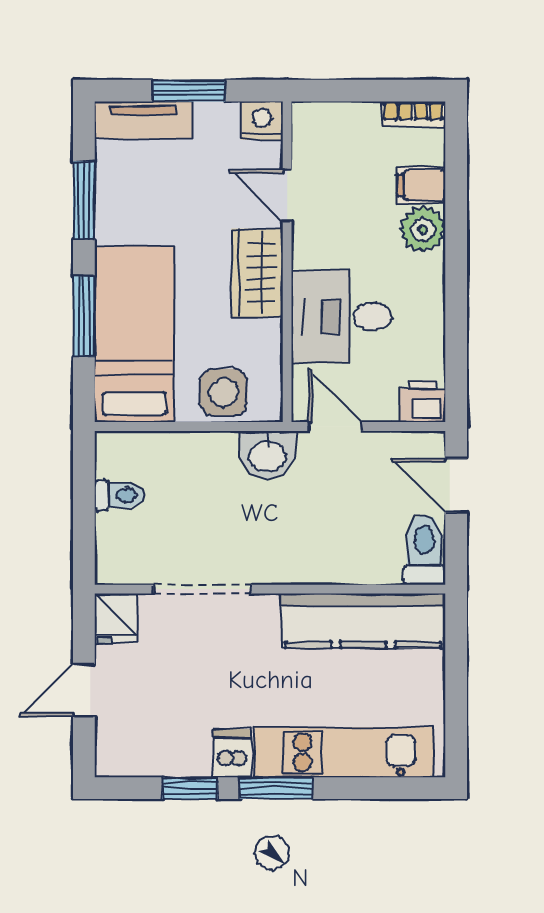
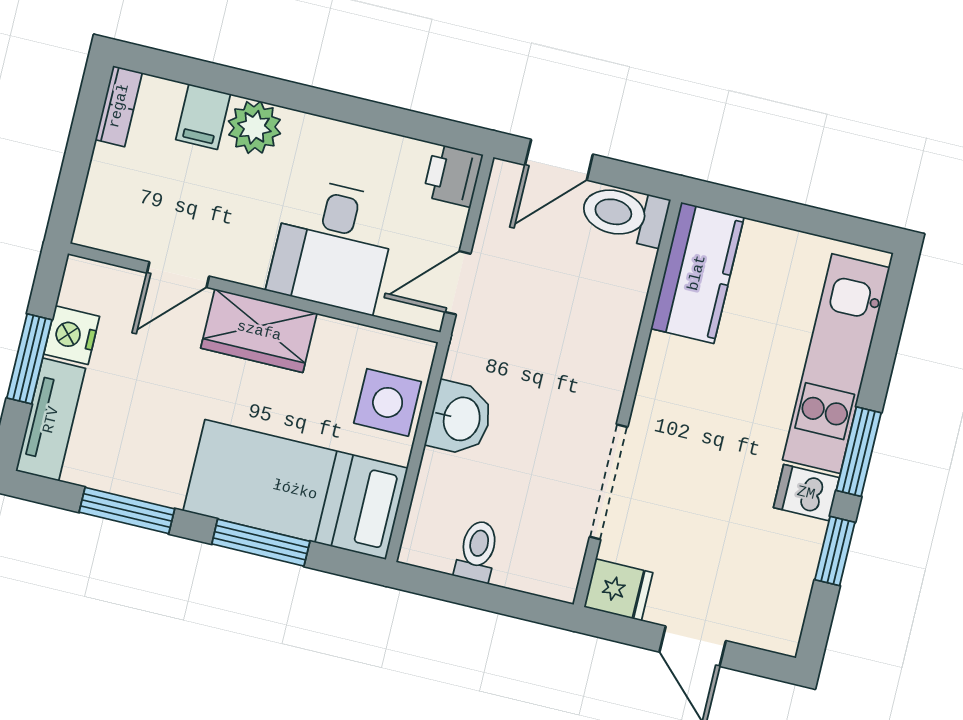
nightstand: (262, 121) -> (72, 335), moved
washbasin: (267, 455) -> (460, 418), moved
kitchen counter: (363, 621) -> (697, 273), width x0.67

